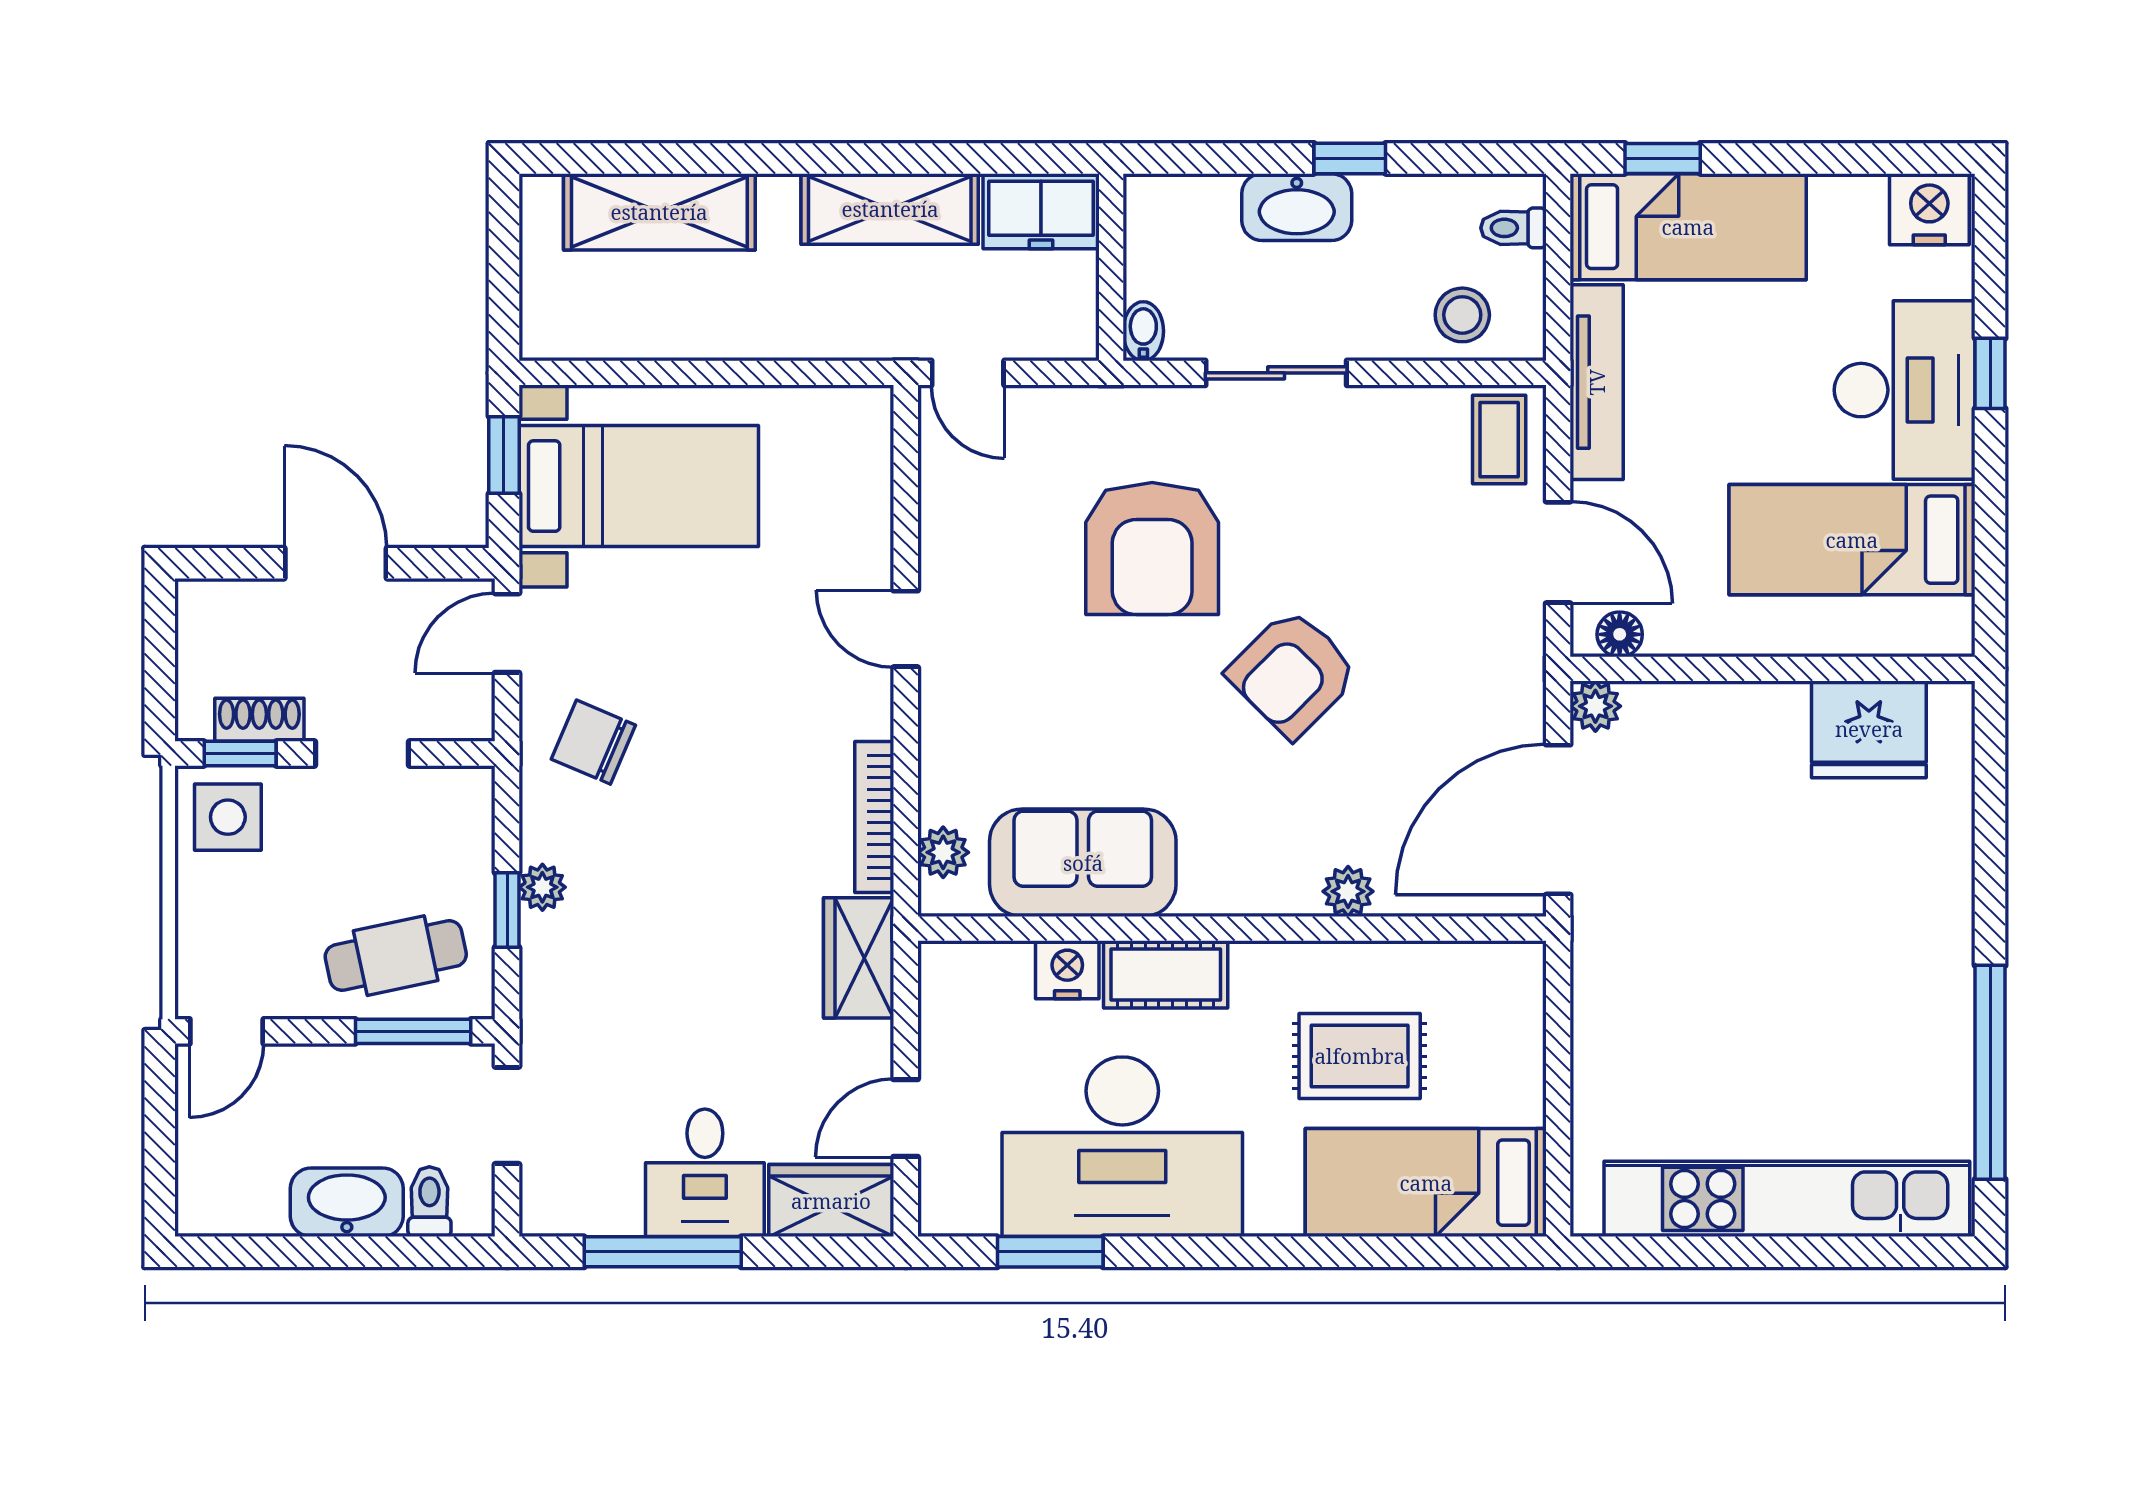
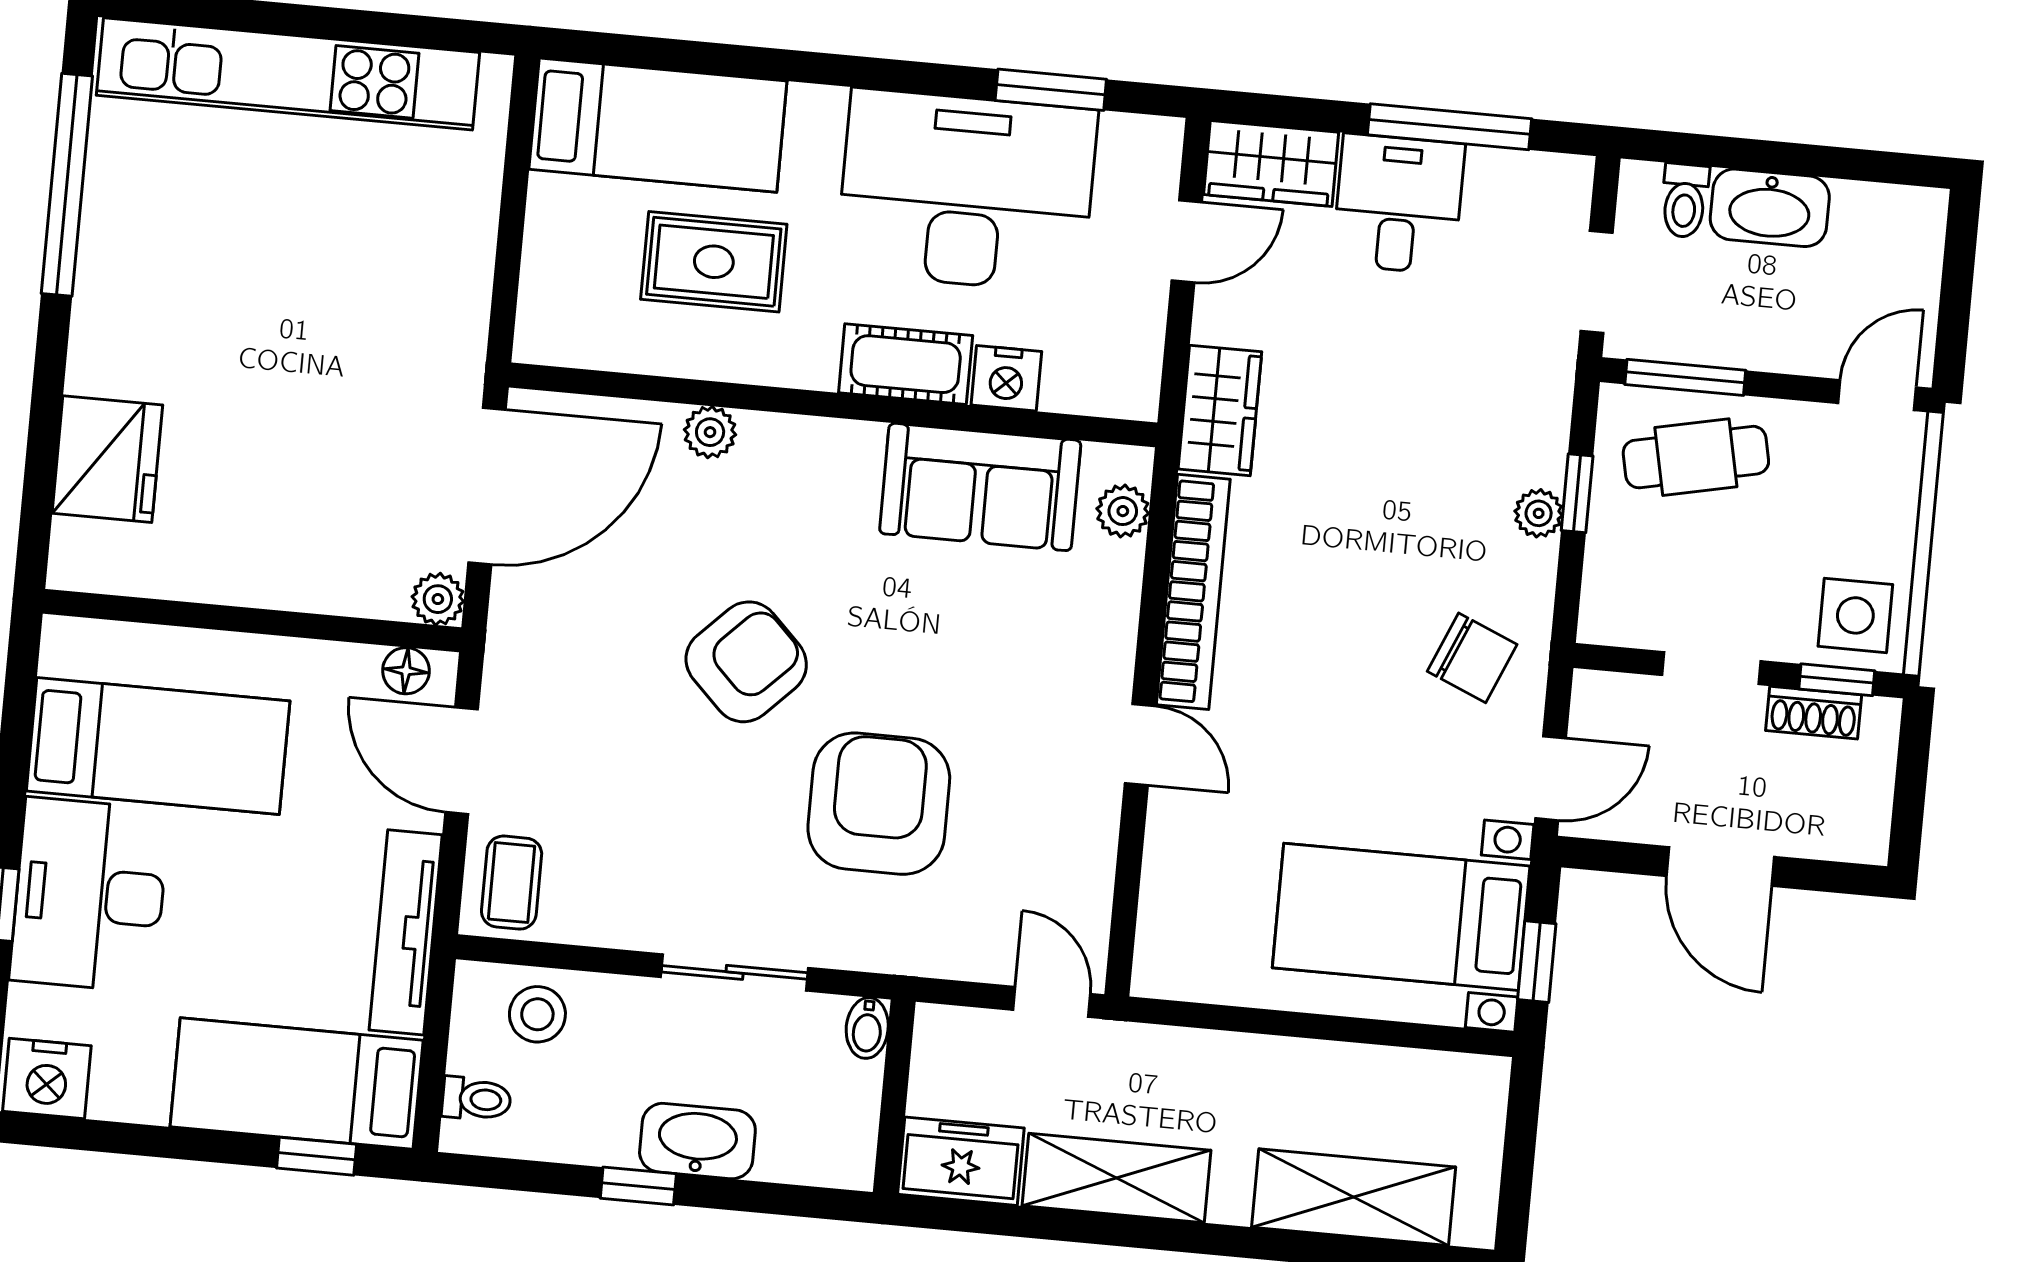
fridge: (1869, 729) -> (107, 459), moved, turned 90
bookcase: (874, 817) -> (1193, 592), width x1.48, depth x1.31

